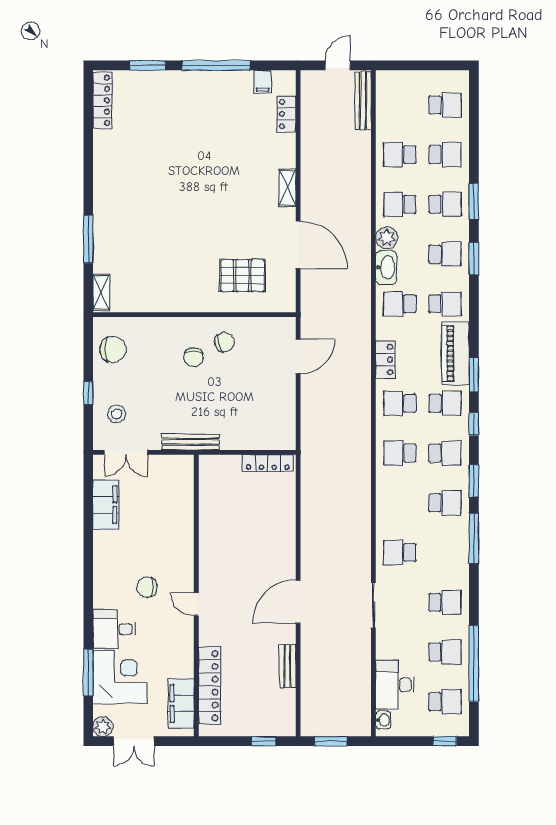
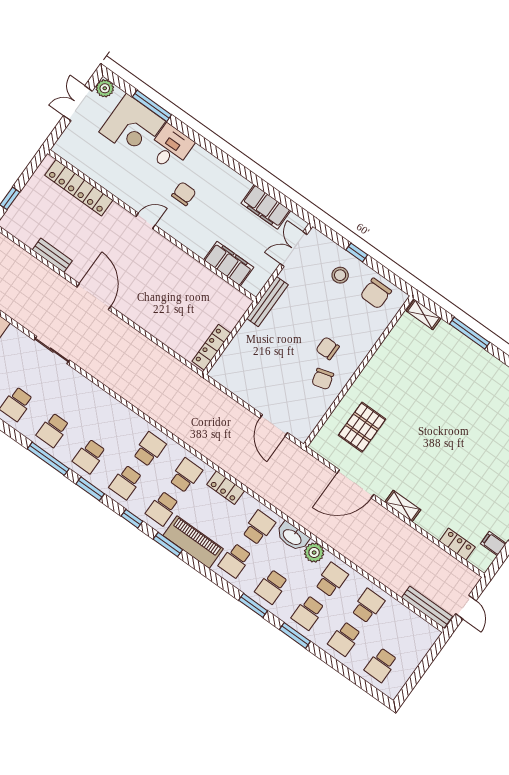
stool: (117, 414) -> (340, 275), moved
school desk: (400, 553) -> (53, 430), moved, turned 180
filing cabinet: (181, 704) -> (229, 264), moved

